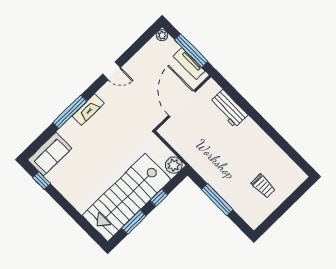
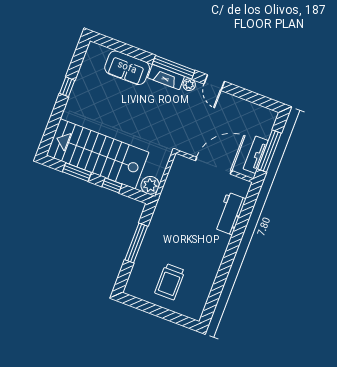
plant: (162, 35) -> (189, 85), moved
window: (70, 112) -> (174, 67), moved
sofa: (50, 154) -> (127, 68), moved
window: (42, 180) -> (67, 87), moved
trolley: (263, 186) -> (170, 282), width x1.36, depth x1.39

